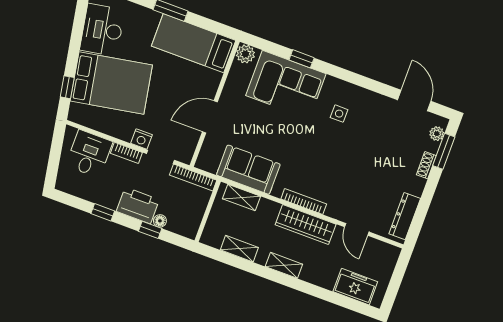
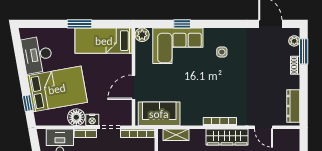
floor lamp: (122, 128) -> (76, 117), added
sofa: (248, 170) -> (159, 114), moved

